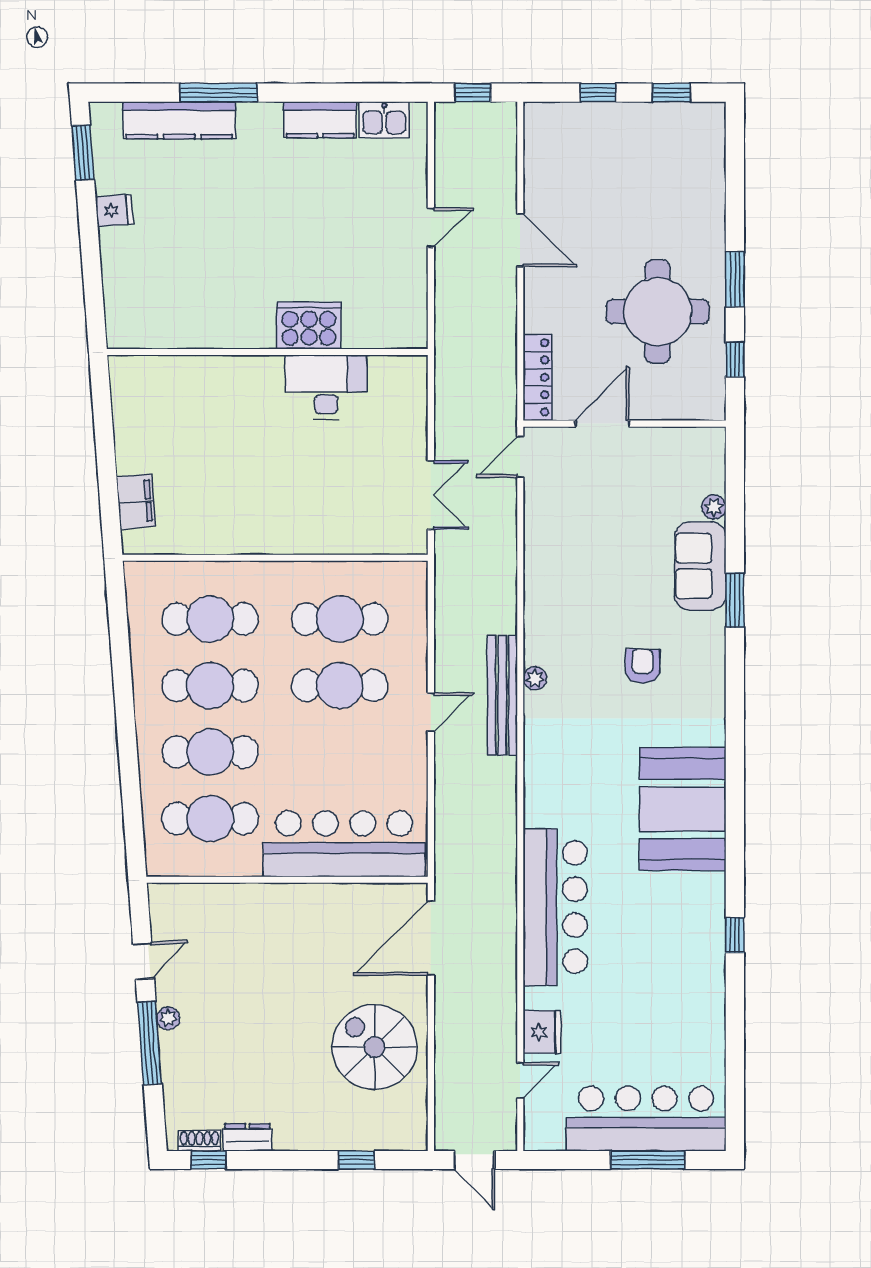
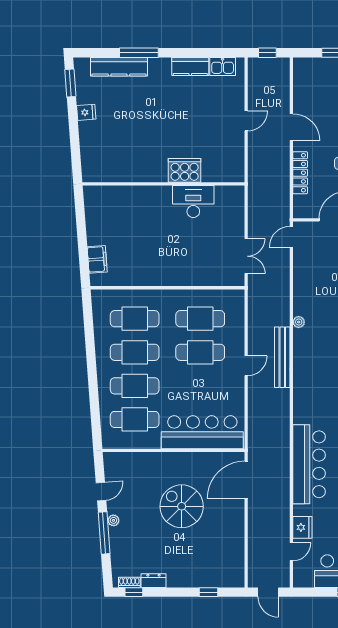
locker: (538, 377) -> (300, 173), moved
plant: (535, 678) -> (299, 322), moved
spiral stairs: (375, 1047) -> (182, 506), moved

